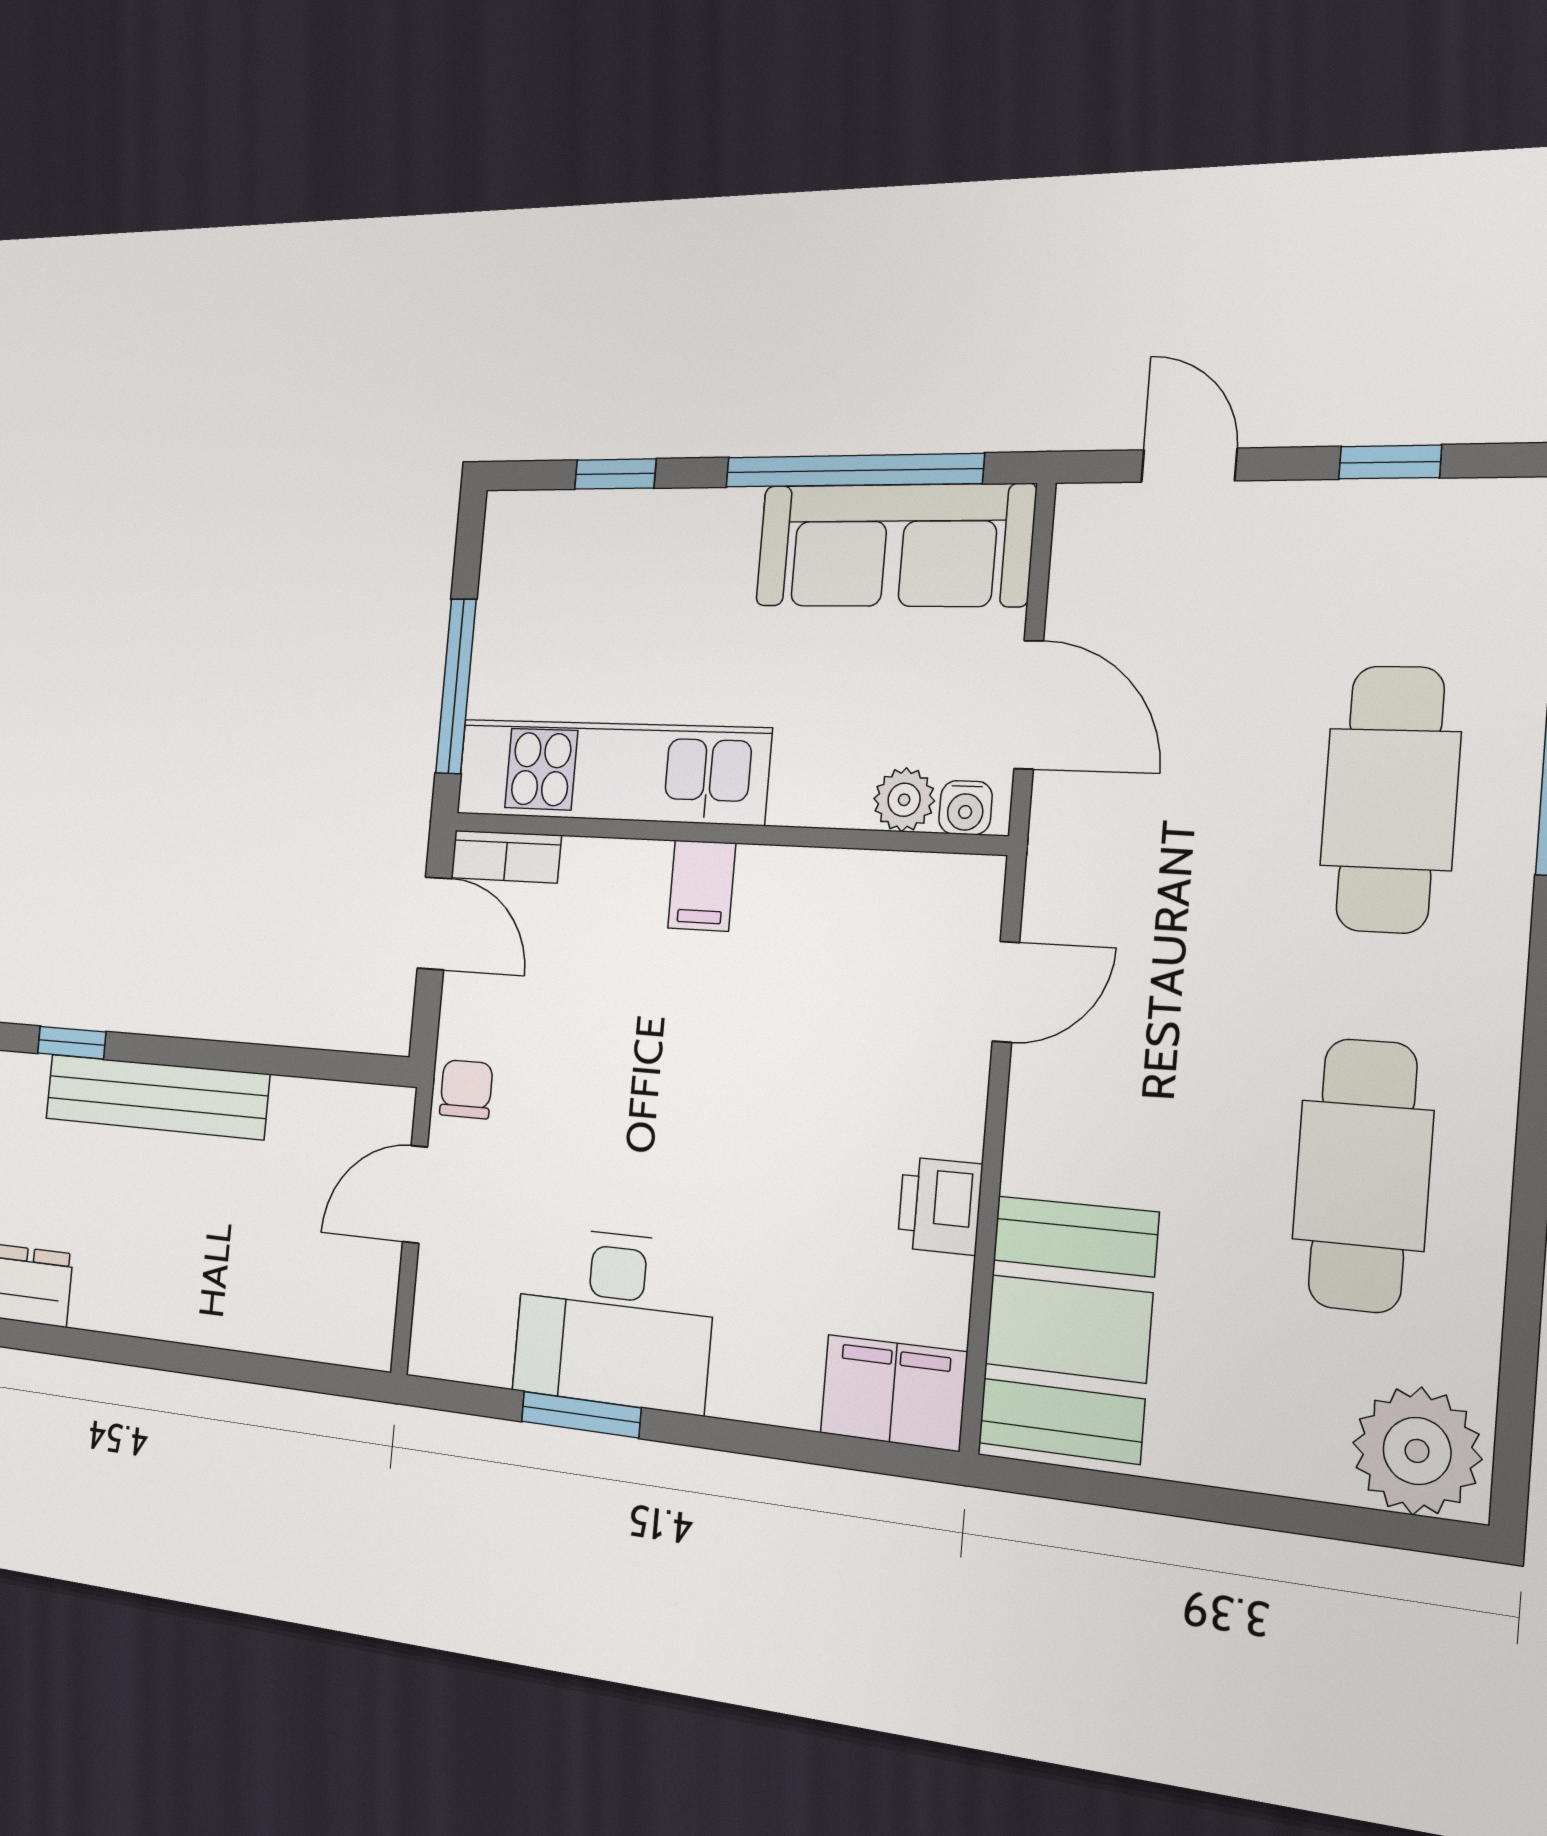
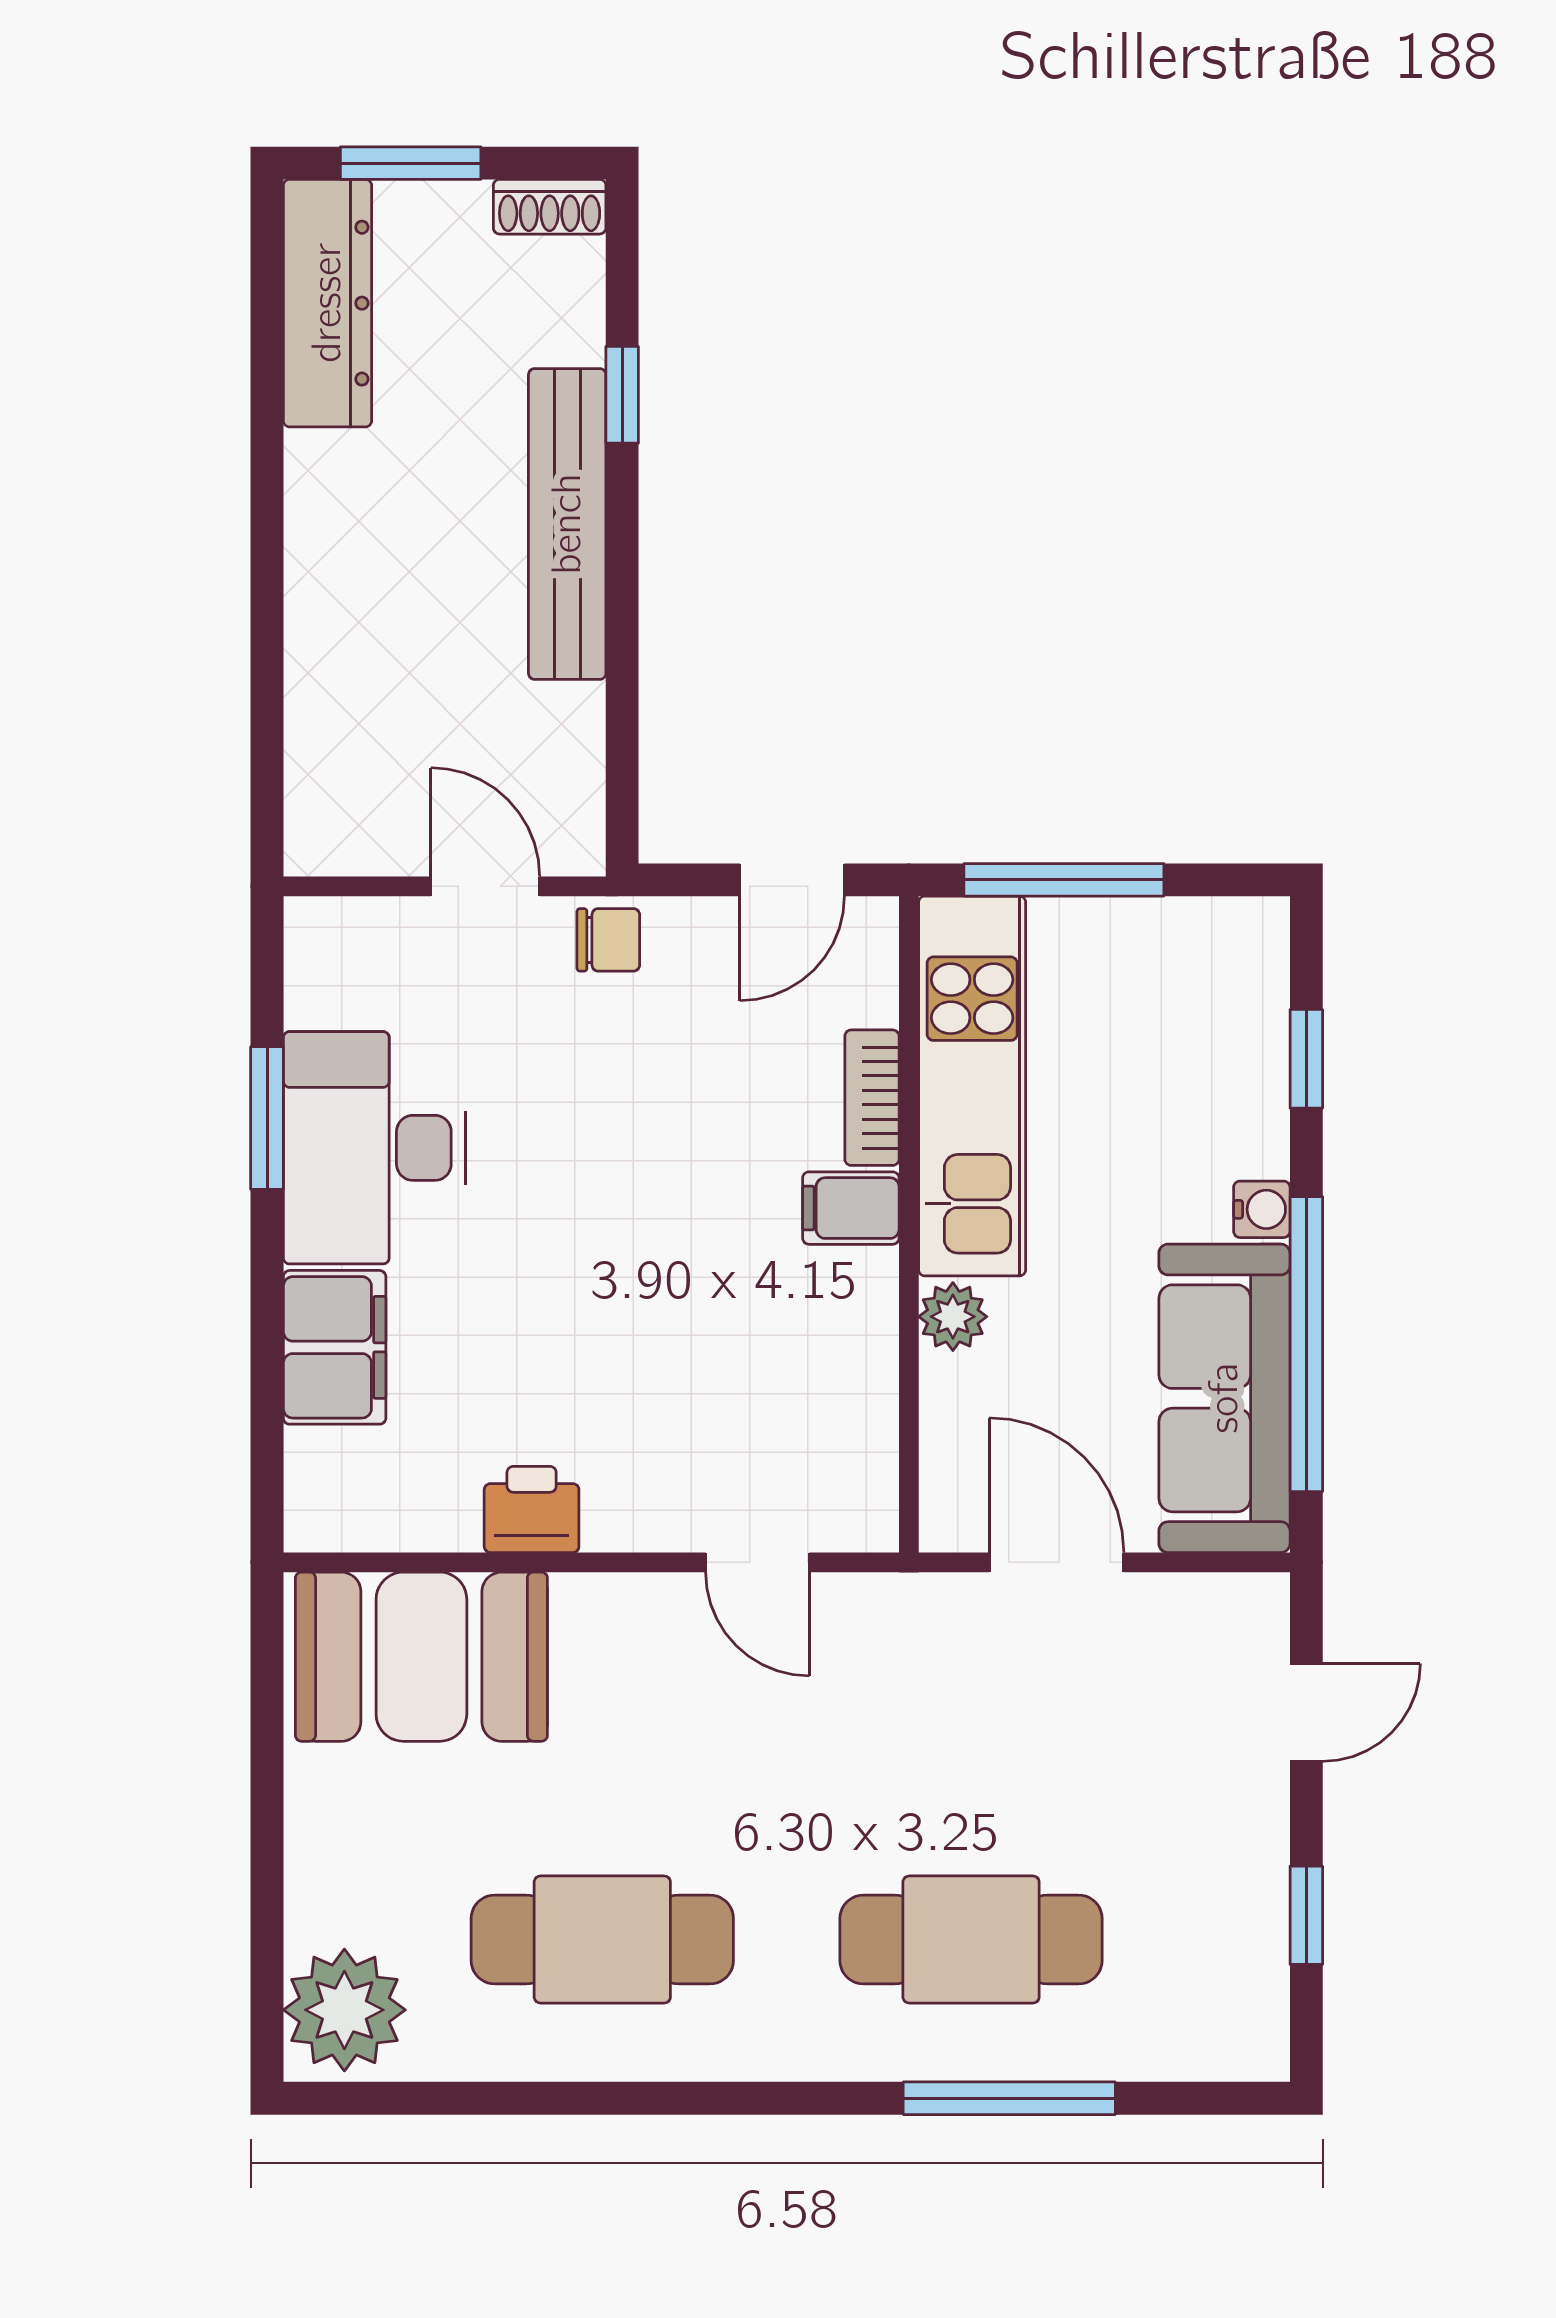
door: (1029, 705) -> (1057, 1562), swing flipped
plant: (904, 800) -> (953, 1317), moved
water cooler: (965, 808) -> (1262, 1209), moved, turned 180
bookcase: (506, 857) -> (872, 1098), moved
filing cabinet: (893, 1393) -> (335, 1347), moved

